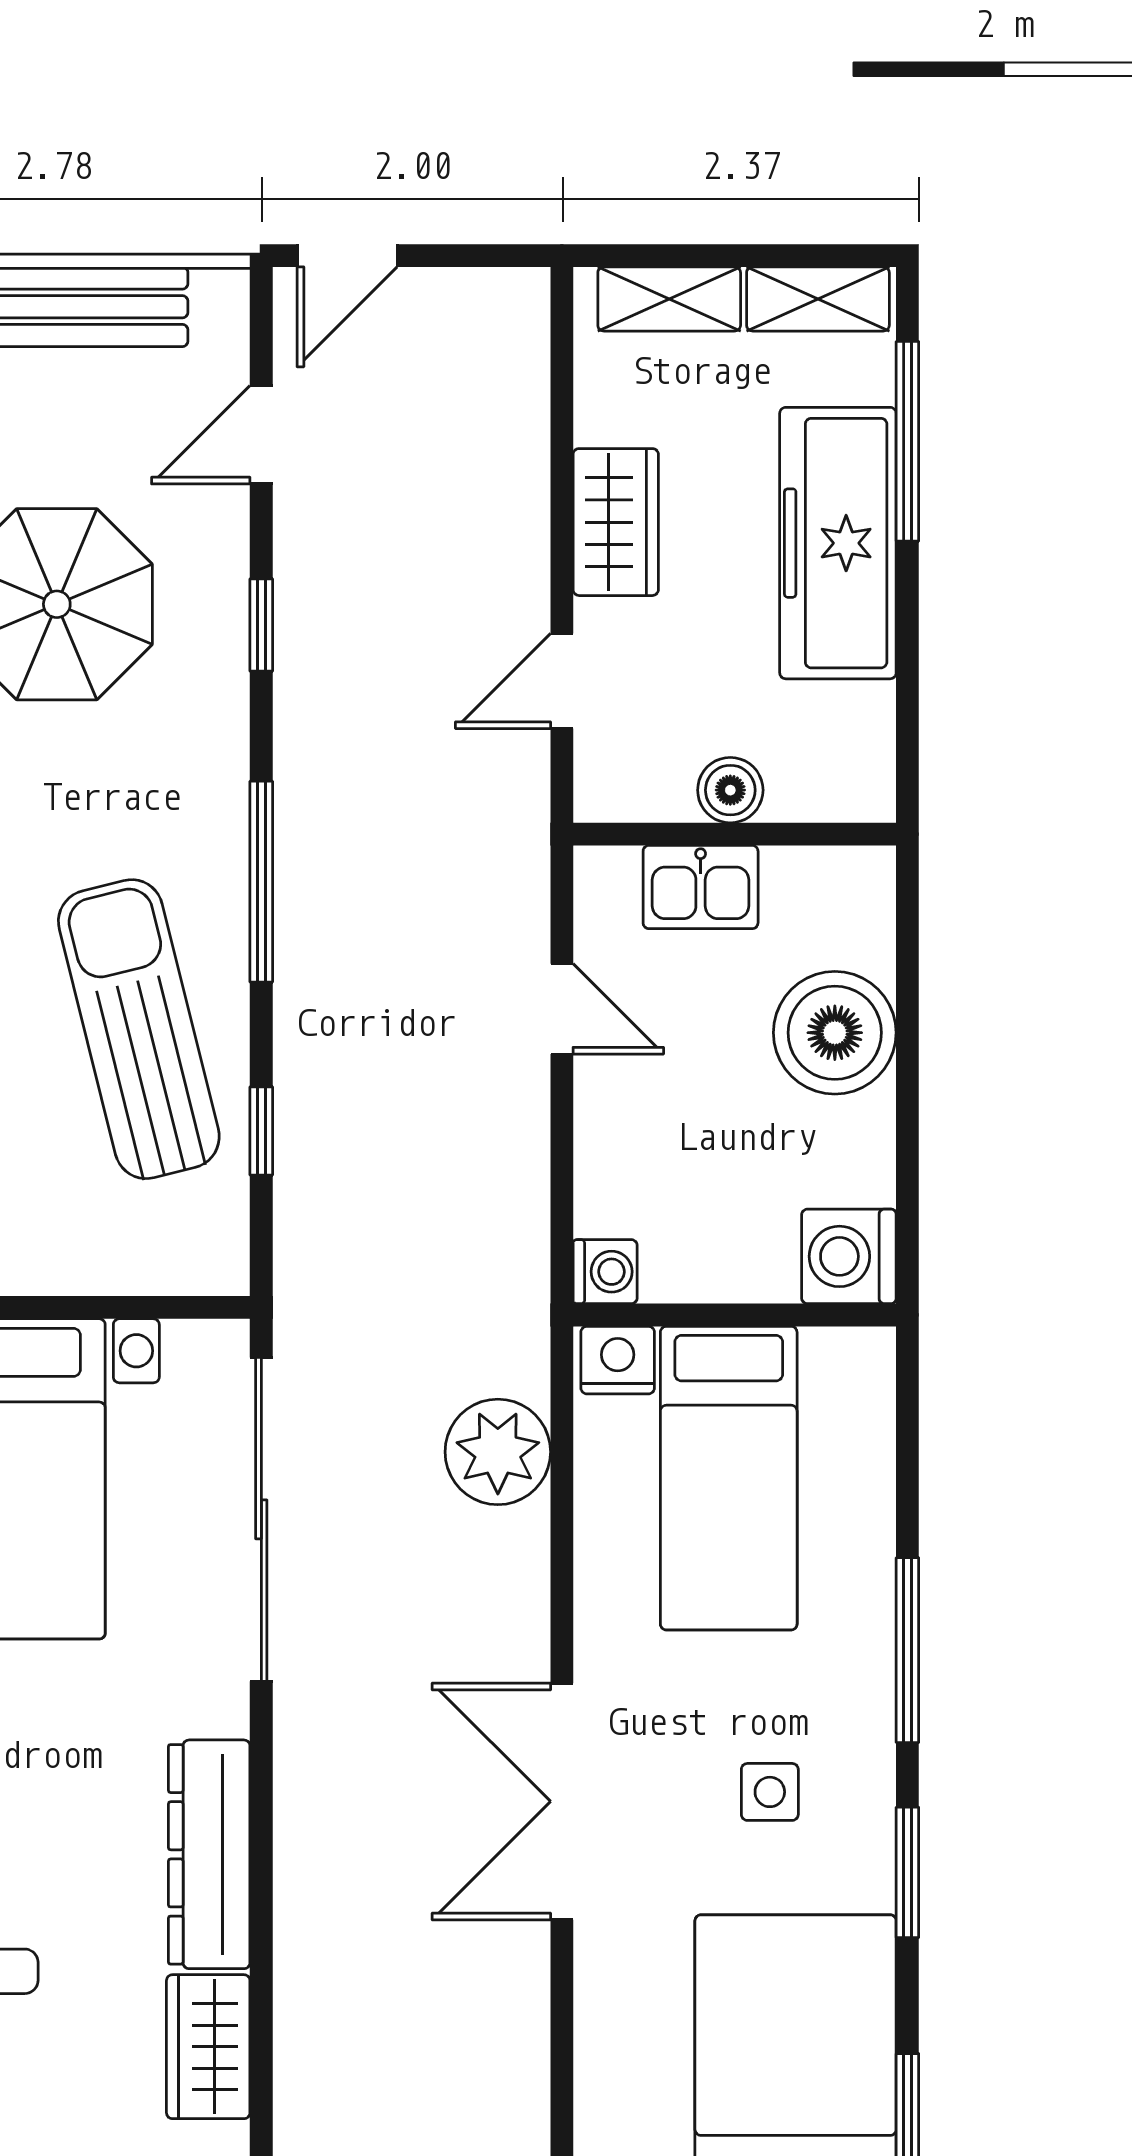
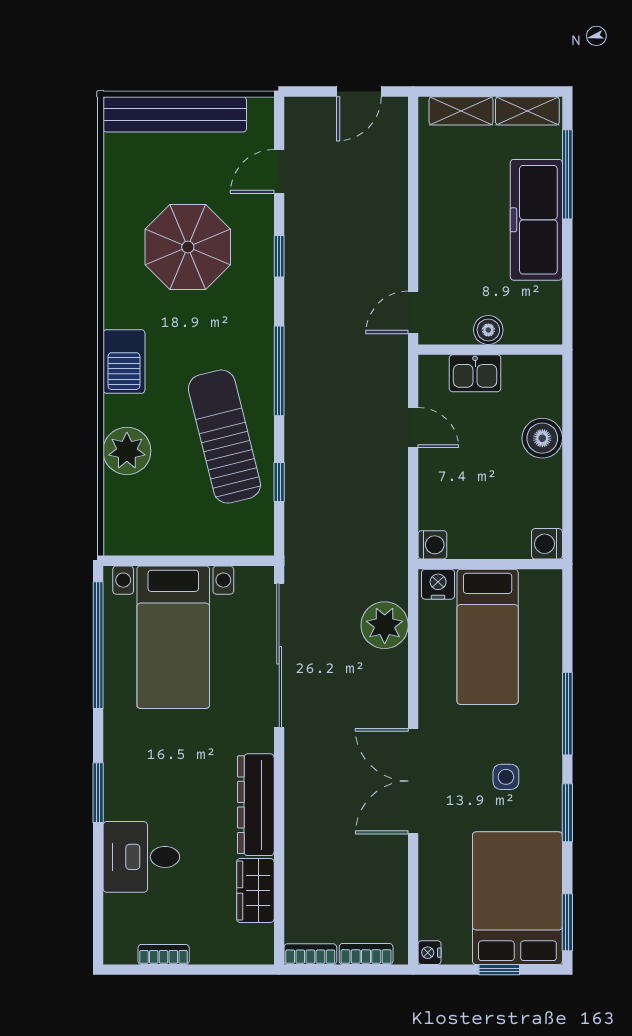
door: (347, 256) -> (359, 92), moved
wardrobe: (616, 522) -> (437, 210), removed
door: (562, 681) -> (413, 312), moved
boiler: (835, 1033) -> (542, 438), width x0.73, depth x0.73
washing machine: (849, 1256) -> (547, 544), width x0.73, depth x0.73

